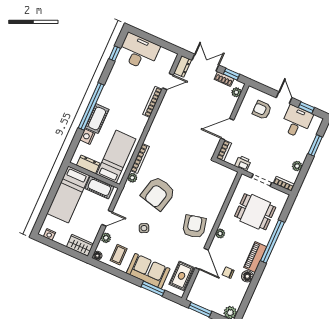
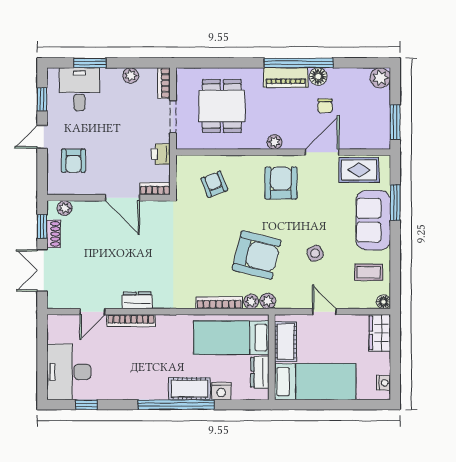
dresser: (183, 66) -> (137, 300), moved
door: (168, 82) -> (92, 312), swing flipped
desk: (297, 122) -> (79, 89), moved, turned 90
armchair: (211, 187) -> (214, 184), added
armchair: (194, 226) -> (281, 183), turned 103
plant: (106, 238) -> (268, 301), moved
window: (272, 242) -> (299, 63), moved

